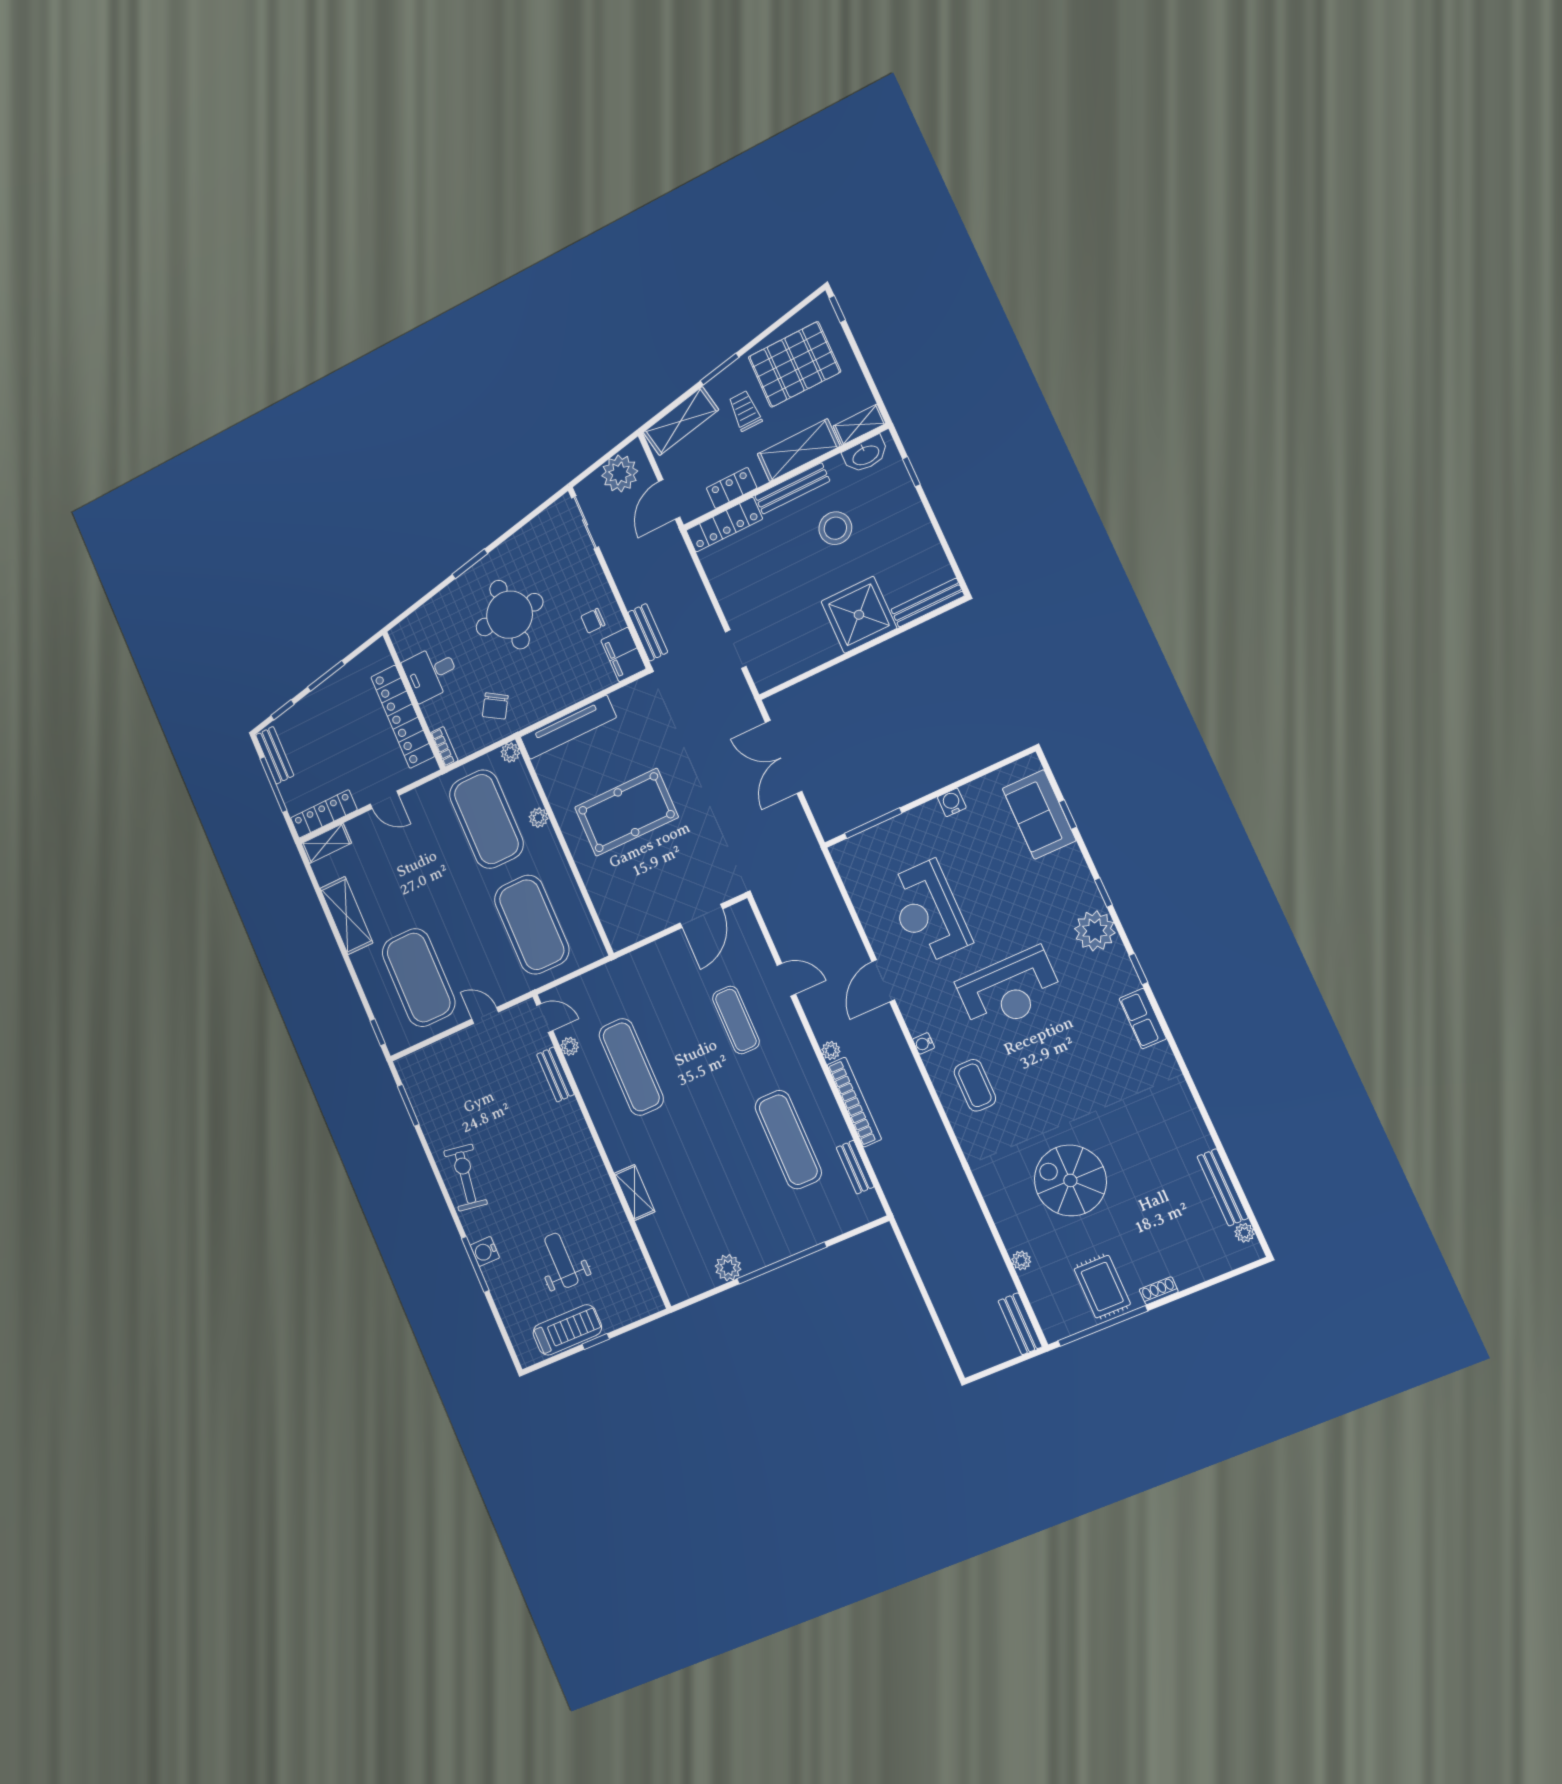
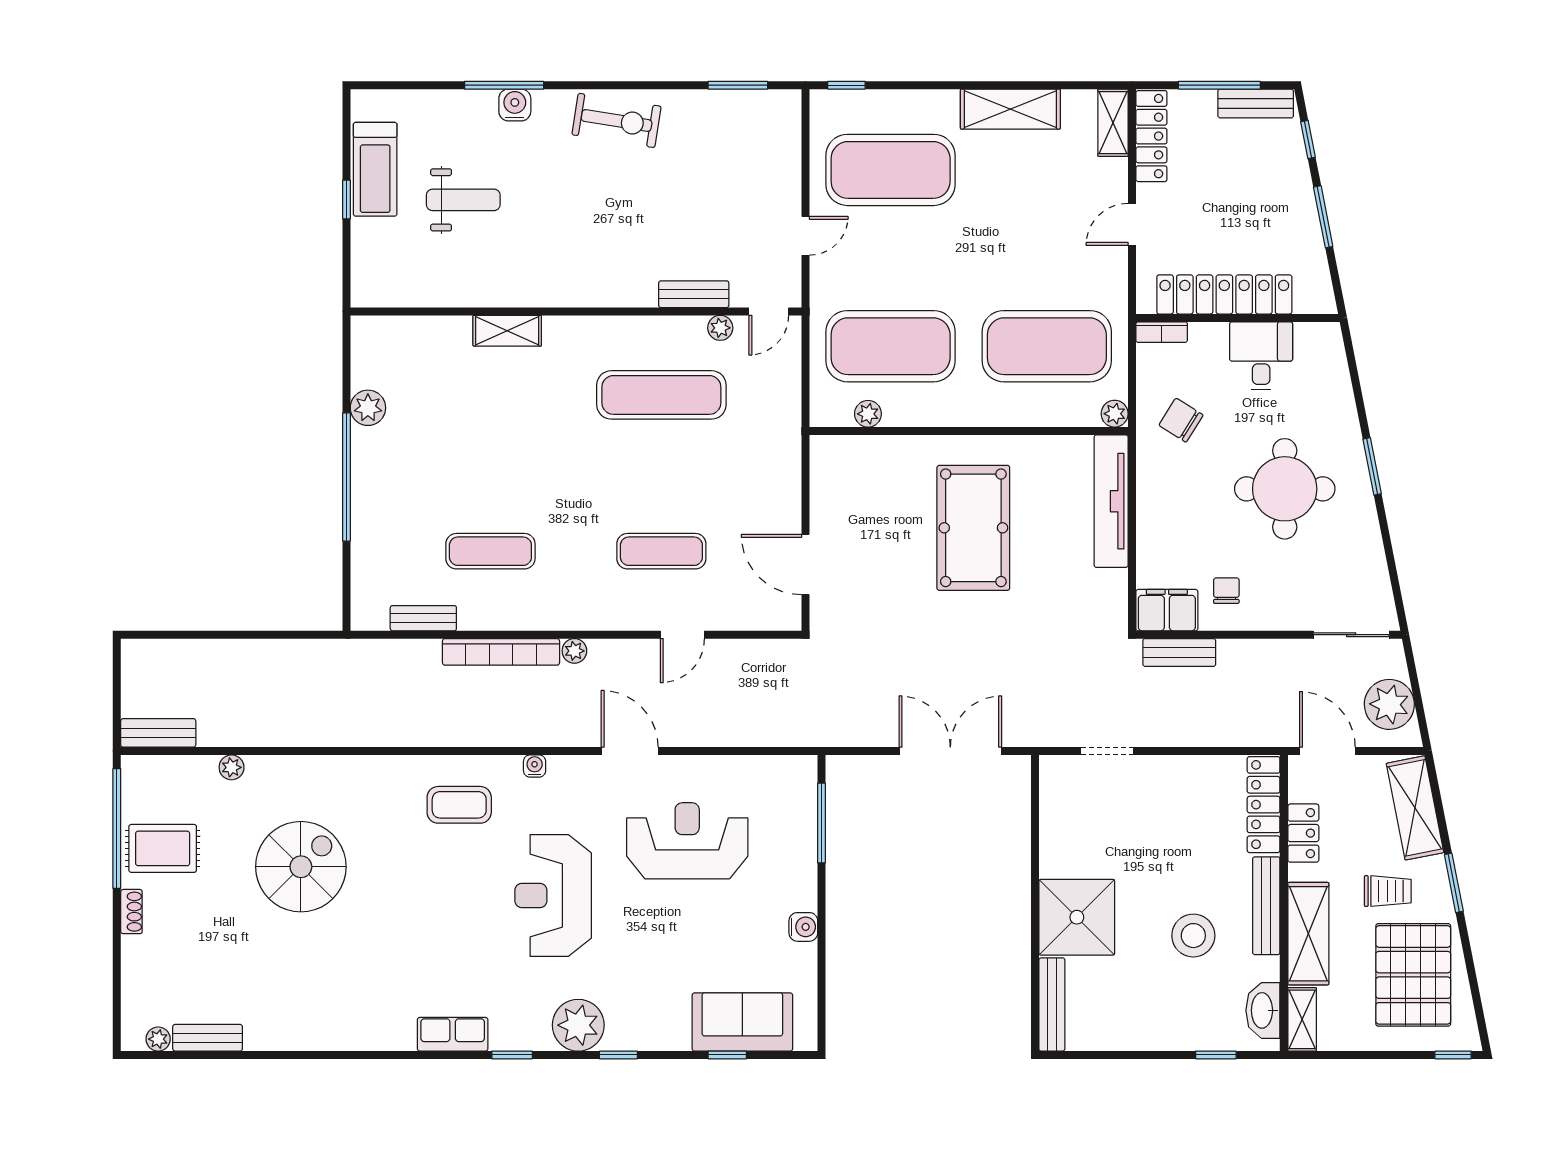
plant: (538, 818) -> (868, 414), moved
exercise mat: (788, 1140) -> (490, 551), width x0.73, depth x0.69
bench: (1223, 1187) -> (208, 1038), width x0.73

